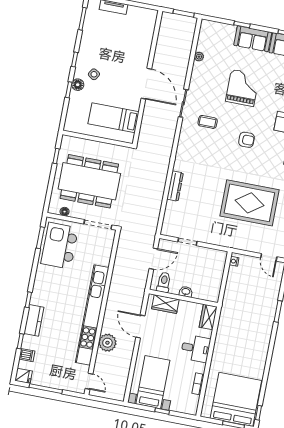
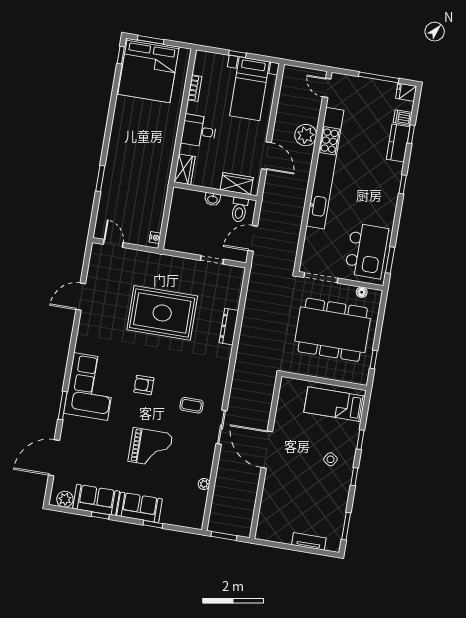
floor lamp: (78, 85) -> (350, 446), removed
grand piano: (242, 88) -> (150, 448), turned -90
bed: (114, 118) -> (335, 404), moved, turned 180
rug: (249, 203) -> (162, 313), moved
kitchen counter: (34, 320) -> (398, 143), moved

